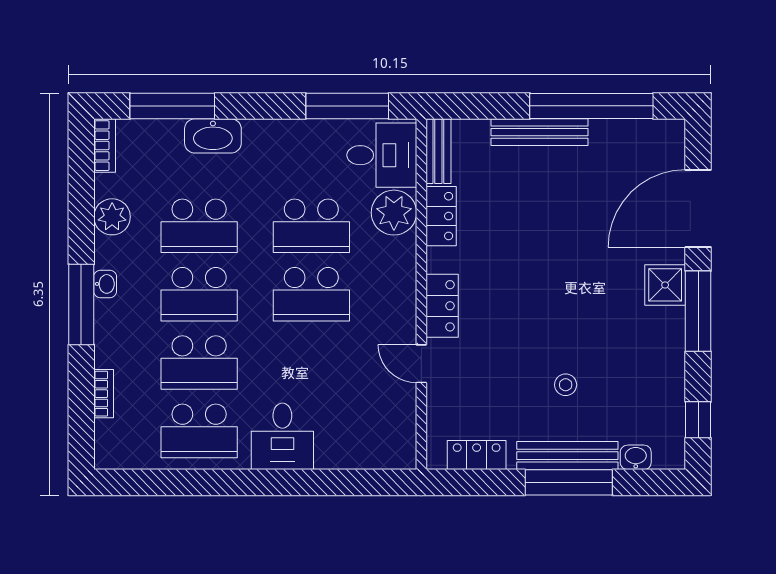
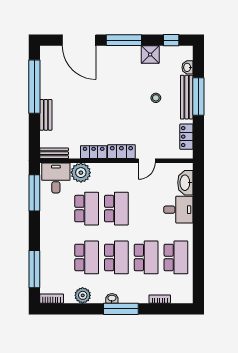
bench: (540, 132) -> (46, 115), width x0.73
washbasin: (213, 136) -> (185, 183), moved, turned 180
locker: (441, 216) -> (94, 152), moved
shower: (665, 285) -> (150, 55), moved
desk: (282, 436) -> (178, 210), moved

